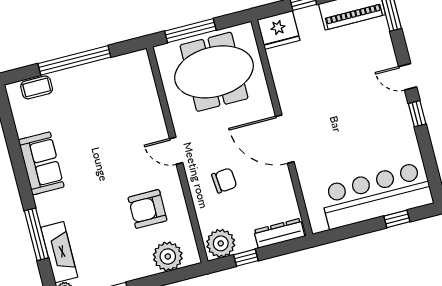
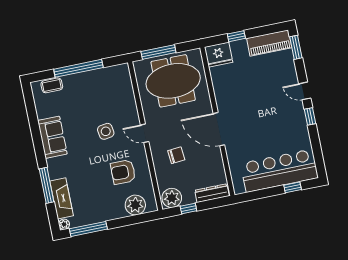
side table: (119, 151) -> (106, 131), added

